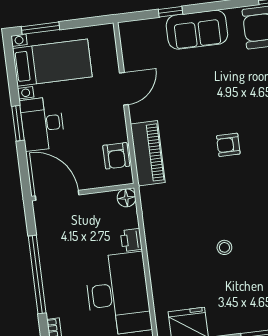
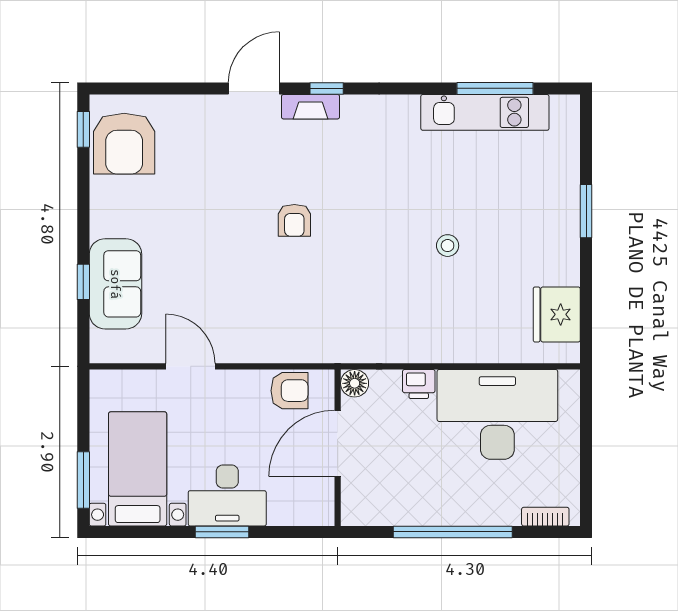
sofa: (197, 30) -> (115, 284), moved
piano: (148, 153) -> (292, 343), removed
door: (57, 195) -> (338, 443), moved

